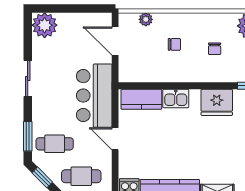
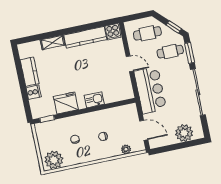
plant: (45, 25) -> (184, 133), moved
sliding door: (28, 79) -> (198, 92), width x1.86
kitchen counter: (141, 99) -> (118, 94), removed

